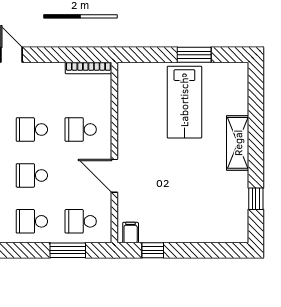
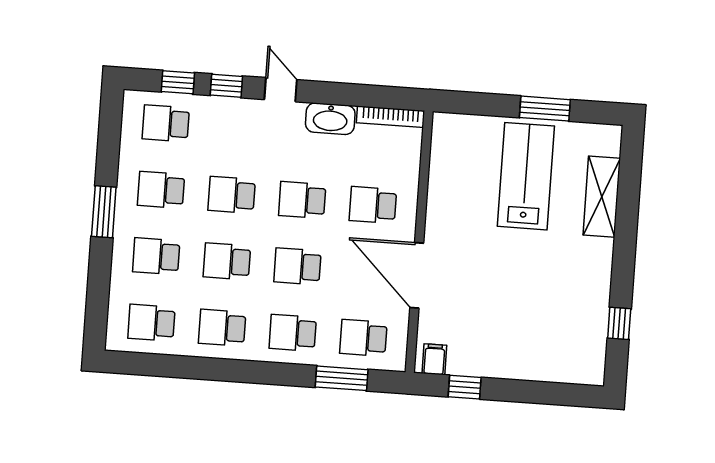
washbasin: (47, 72) -> (330, 119), added
lab bench: (184, 102) -> (526, 176), turned 180
shelving: (238, 143) -> (602, 197), moved
door: (114, 176) -> (417, 275), width x1.36

